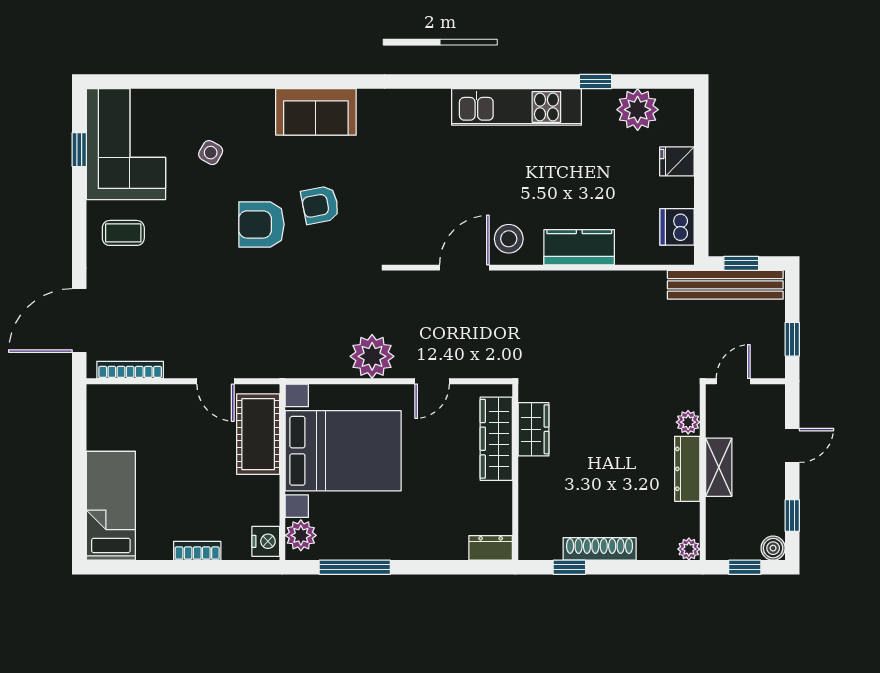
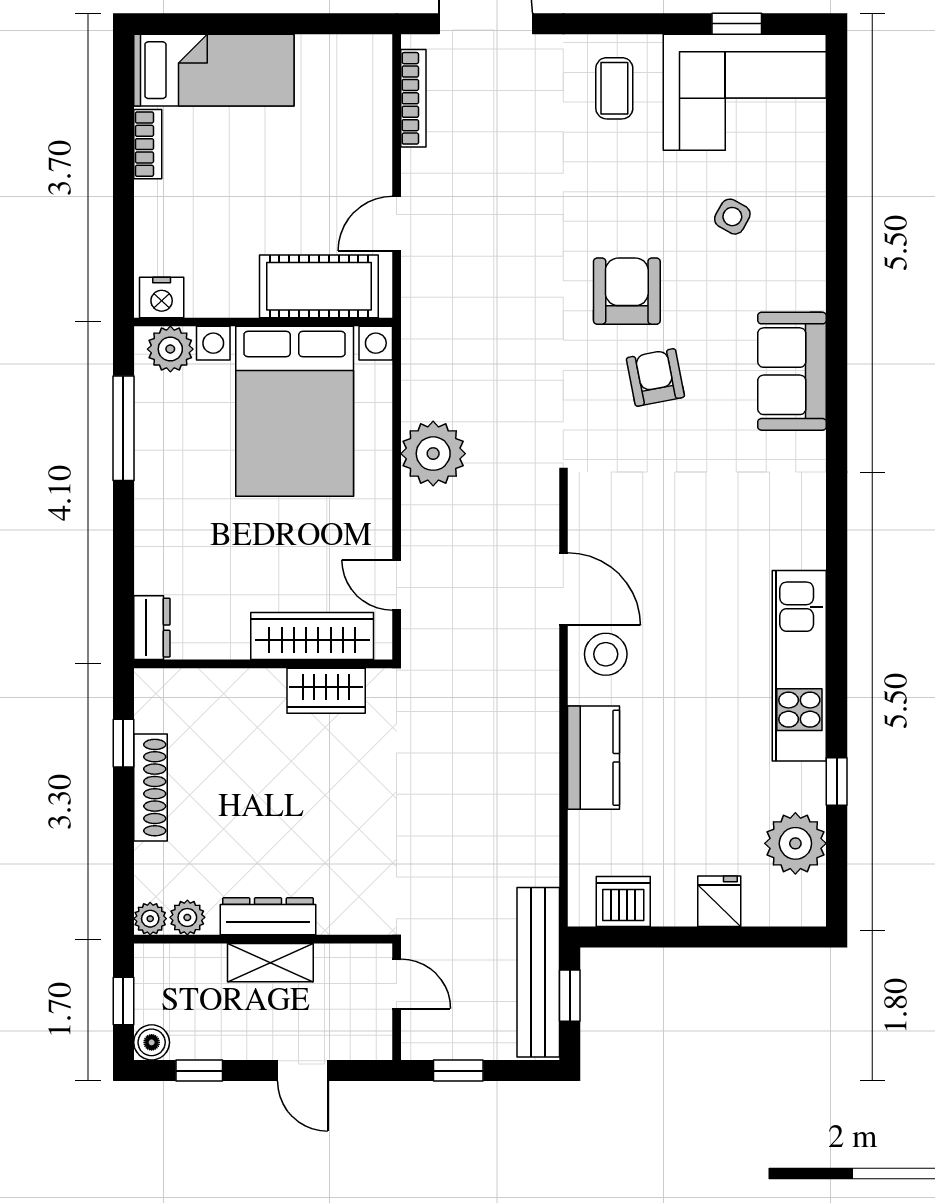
door: (432, 381) -> (397, 585), moved
plant: (688, 422) -> (187, 917), moved
bookcase: (197, 551) -> (148, 144), moved

